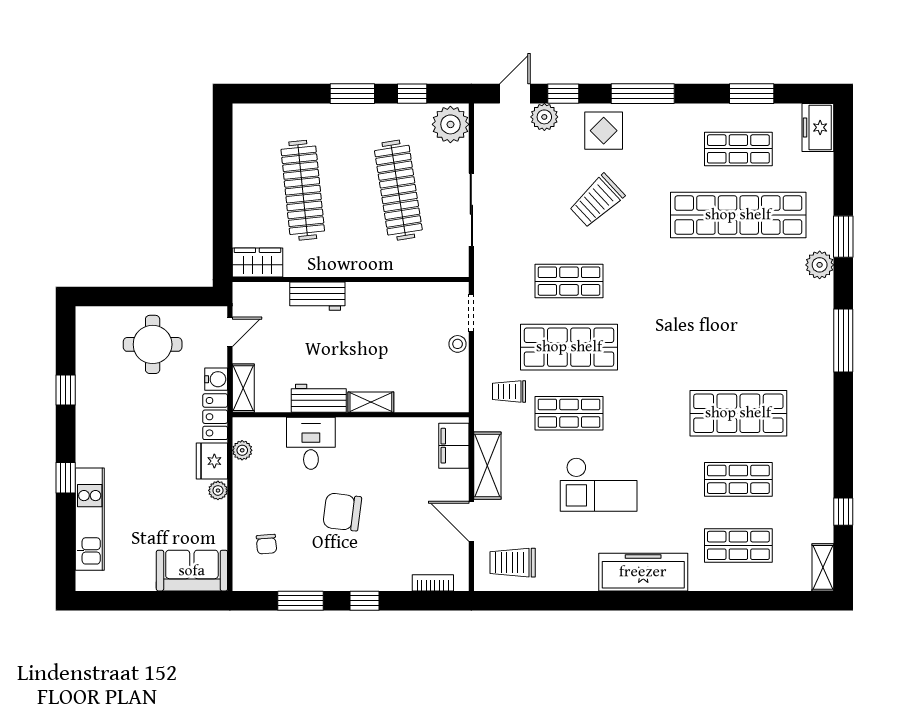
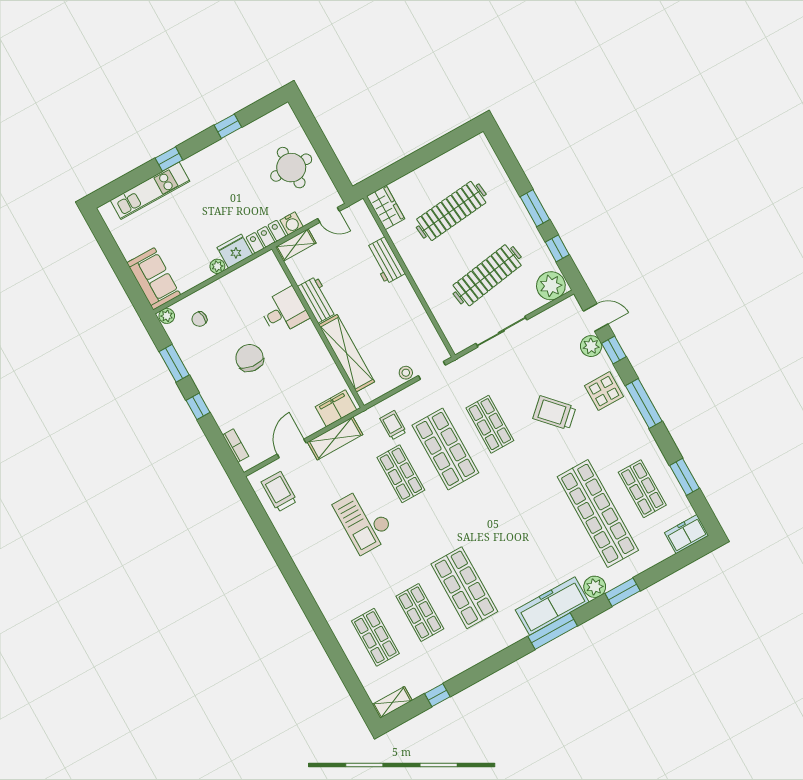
shelving: (371, 402) -> (347, 353), width x2.20, depth x1.33
plant: (242, 450) -> (167, 316), moved
freezer: (643, 572) -> (552, 606), moved, turned -90

